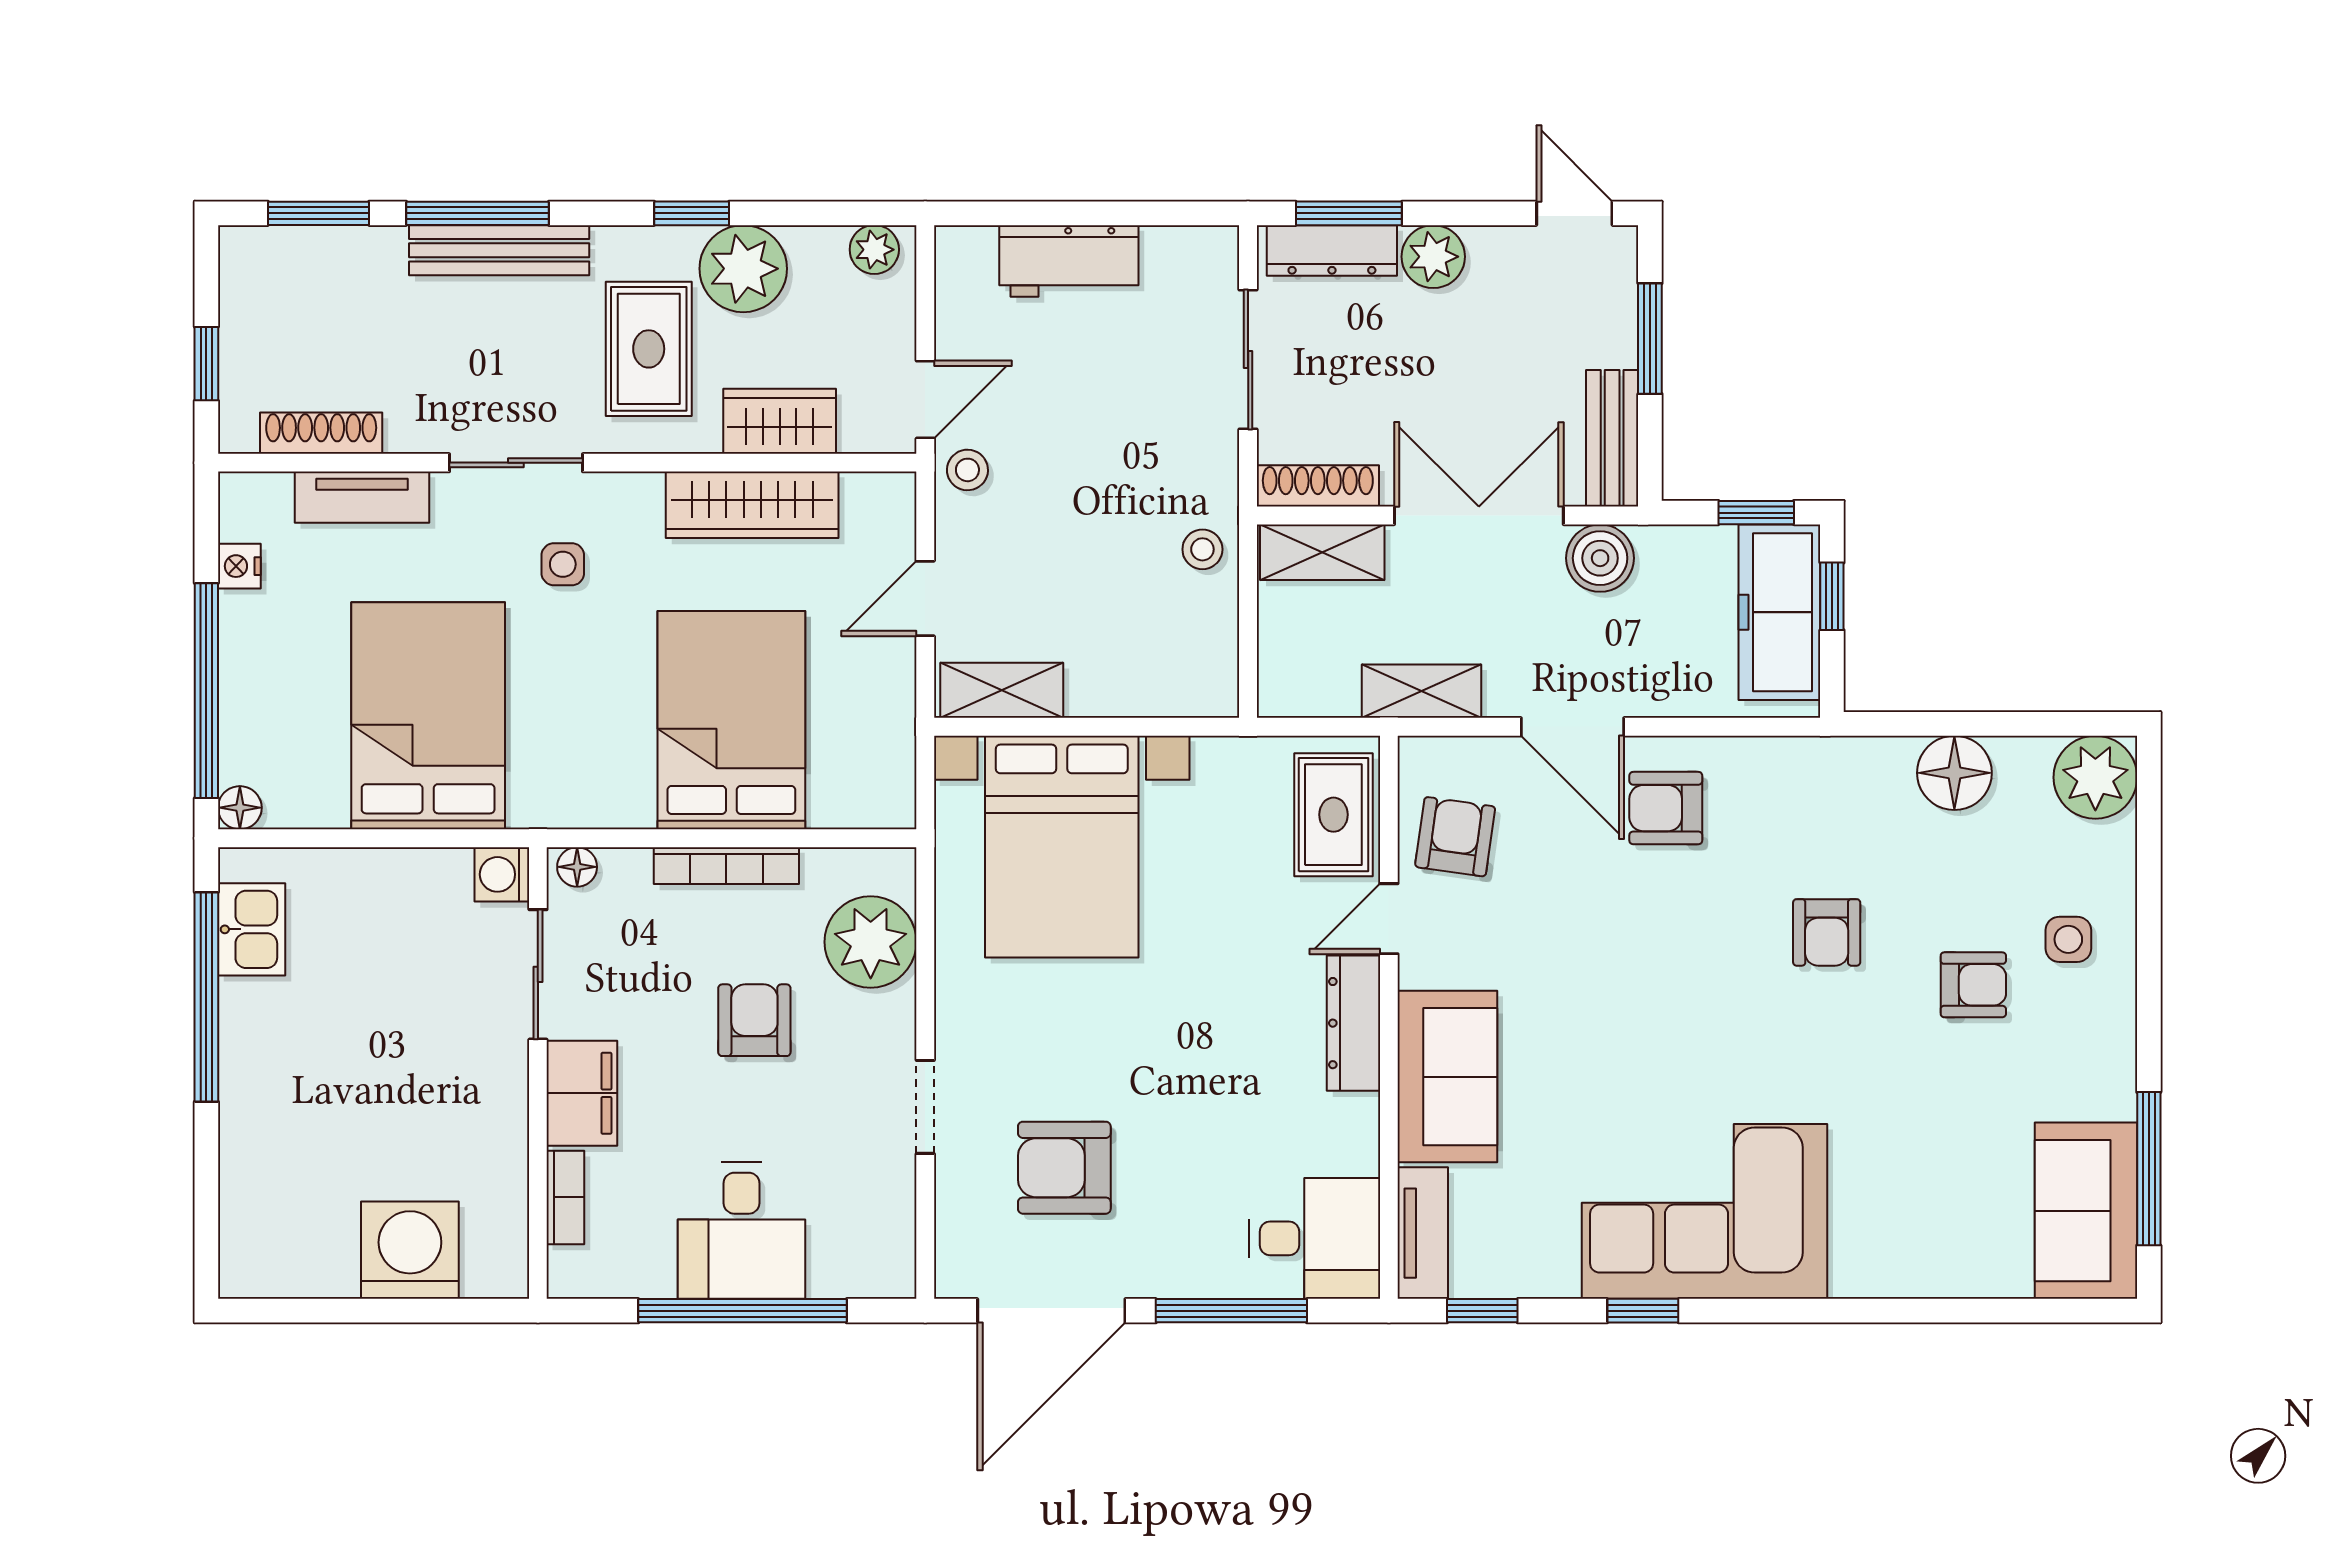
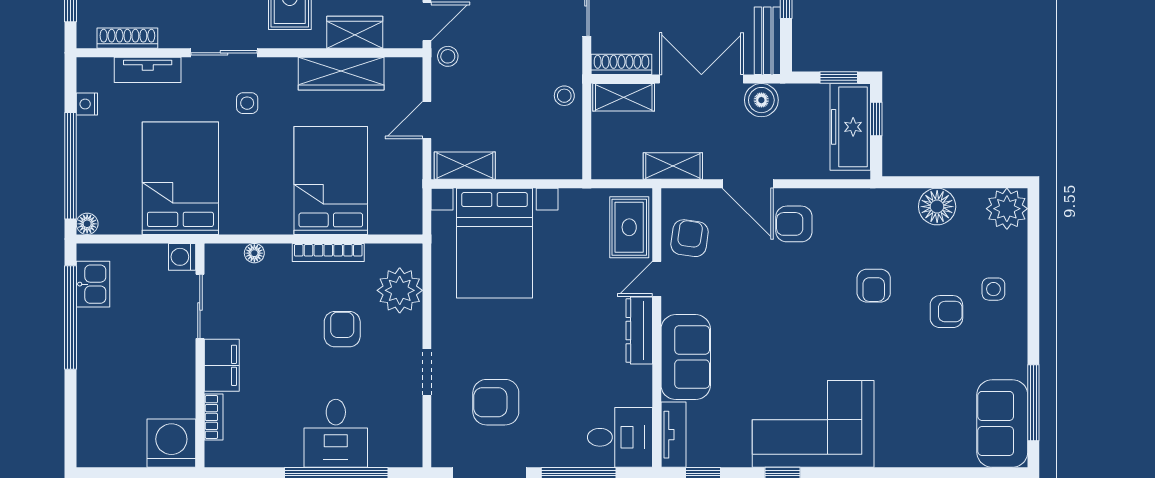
washing machine: (502, 874) -> (182, 257), moved
sliding door: (538, 974) -> (200, 306), moved
wall: (538, 1073) -> (200, 355), moved
filing cabinet: (582, 1093) -> (222, 365), moved
bookcase: (565, 1197) -> (214, 417), moved

